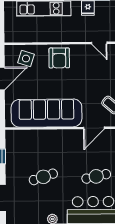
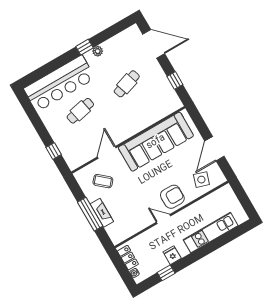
door: (99, 43) -> (164, 219), moved
armchair: (59, 58) -> (172, 197), turned 90

